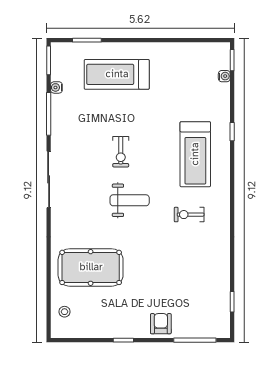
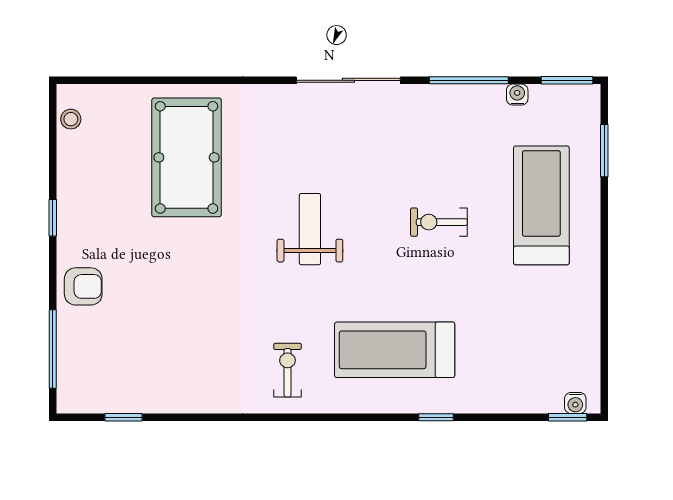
water cooler: (224, 76) -> (575, 403), moved
exercise bike: (121, 152) -> (439, 222), moved
weight bench: (130, 200) -> (310, 229), turned 180
exercise bike: (189, 215) -> (288, 370), moved
stool: (64, 312) -> (71, 119), moved

